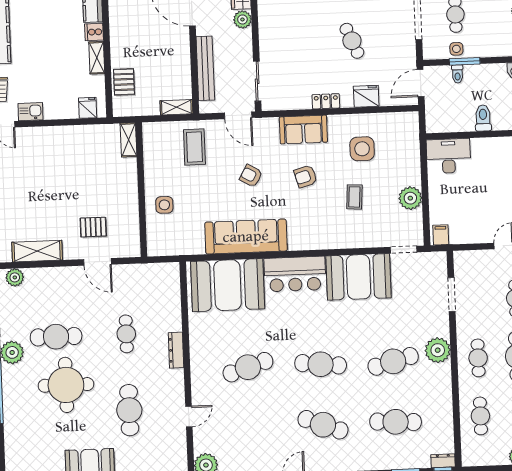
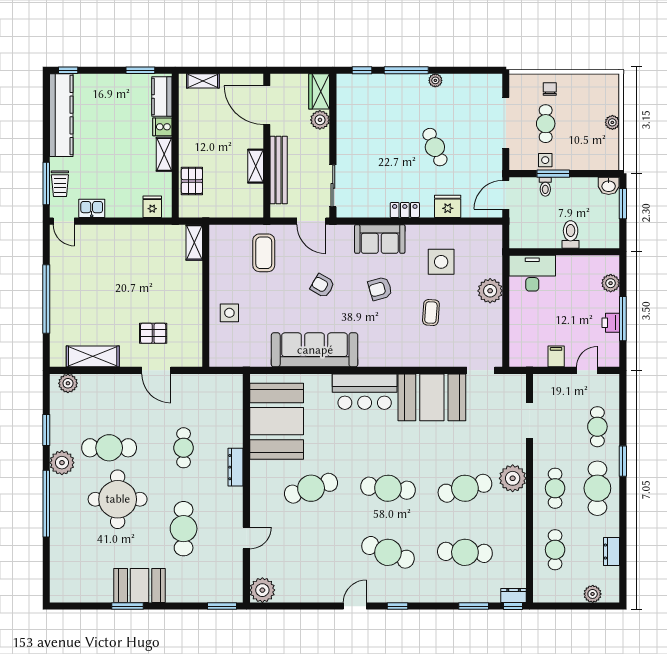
shelving: (176, 107) -> (256, 166), moved, turned 90
plant: (410, 198) -> (490, 291), moved
filing cabinet: (441, 235) -> (556, 356), moved
booth: (228, 285) -> (277, 421), moved, turned 90

